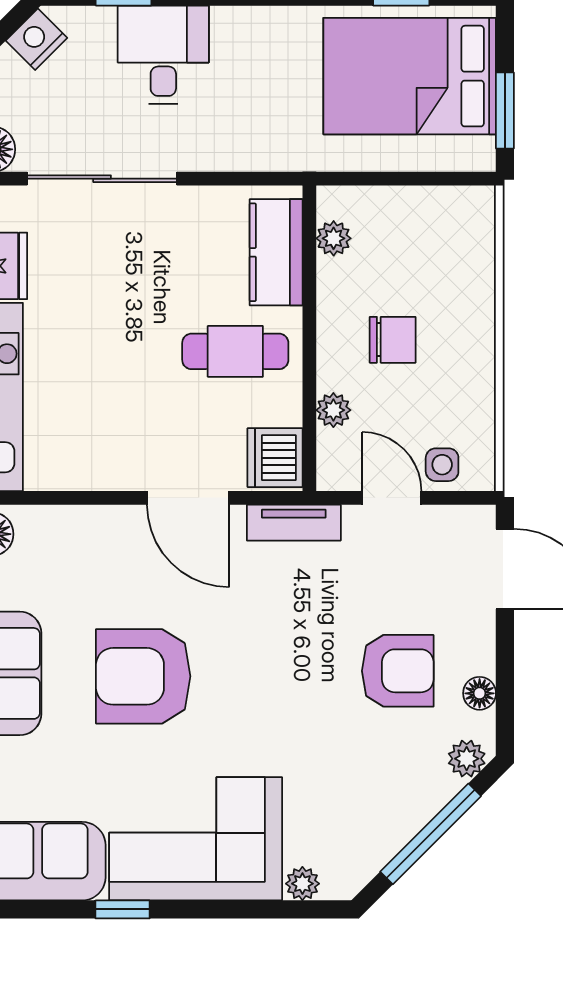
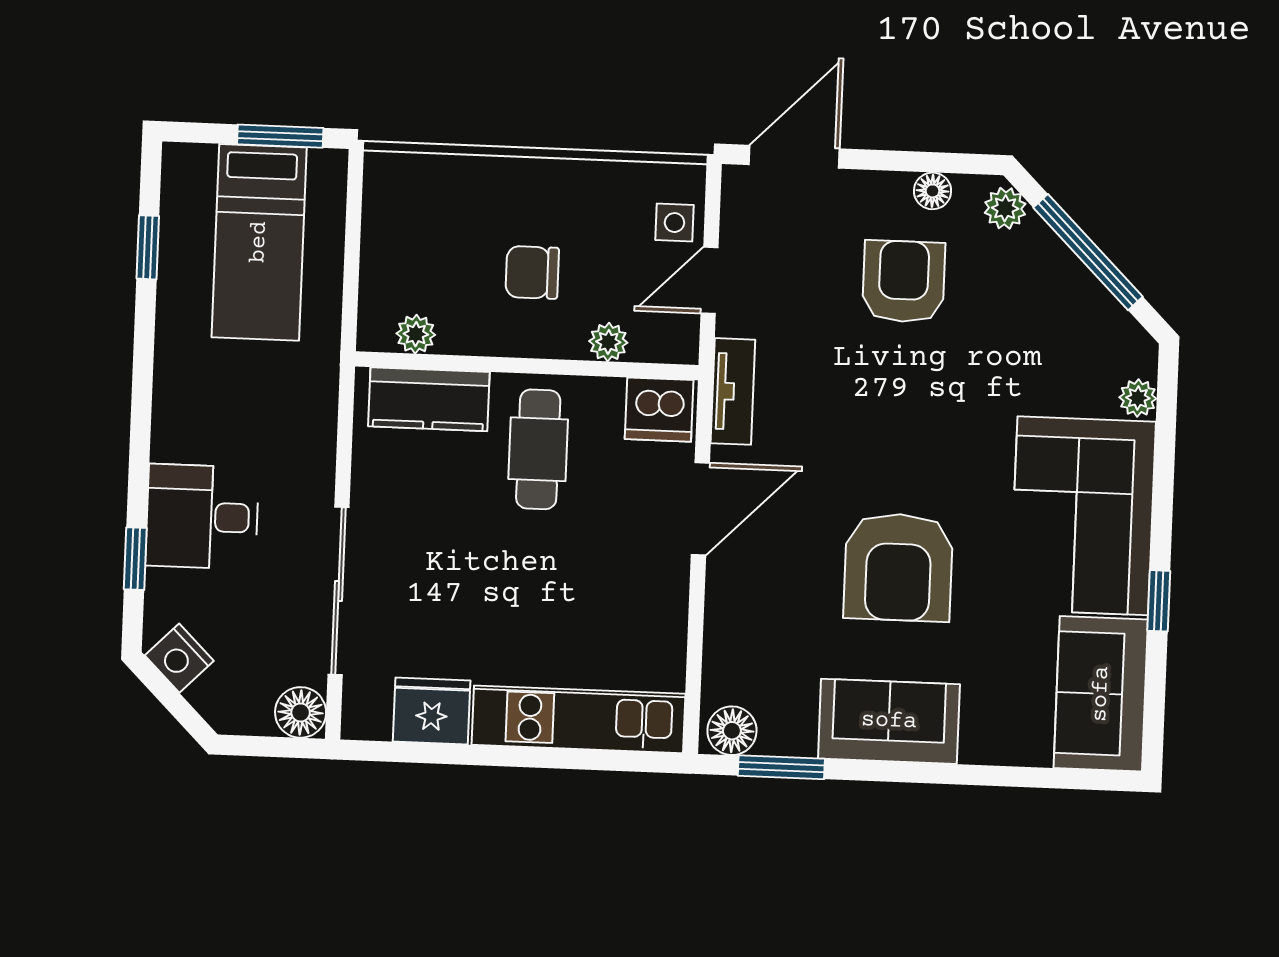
bed: (410, 76) -> (259, 242), width x0.67
chair: (393, 340) -> (532, 272), turned -90

